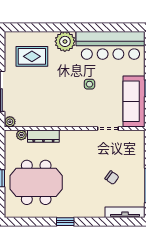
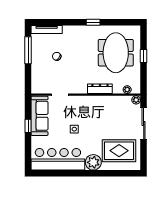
rug: (32, 56) -> (119, 151), width x1.36, depth x1.43
dresser: (43, 136) -> (100, 89), moved
meeting table: (36, 182) -> (116, 53), turned 90

